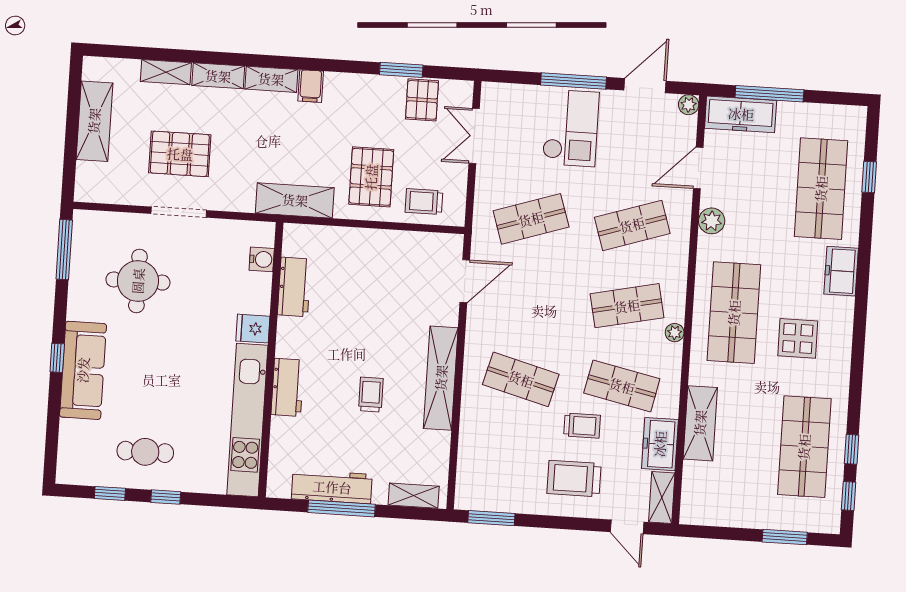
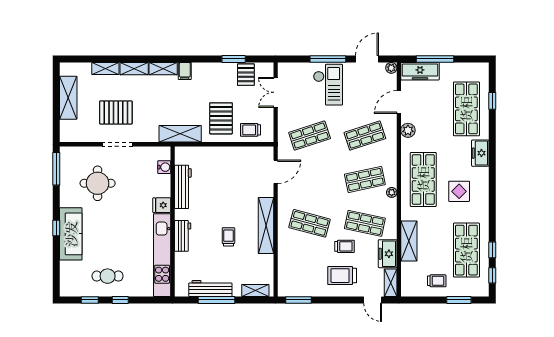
workbench: (294, 287) -> (183, 187), width x1.38
trolley: (746, 499) -> (437, 281), added

